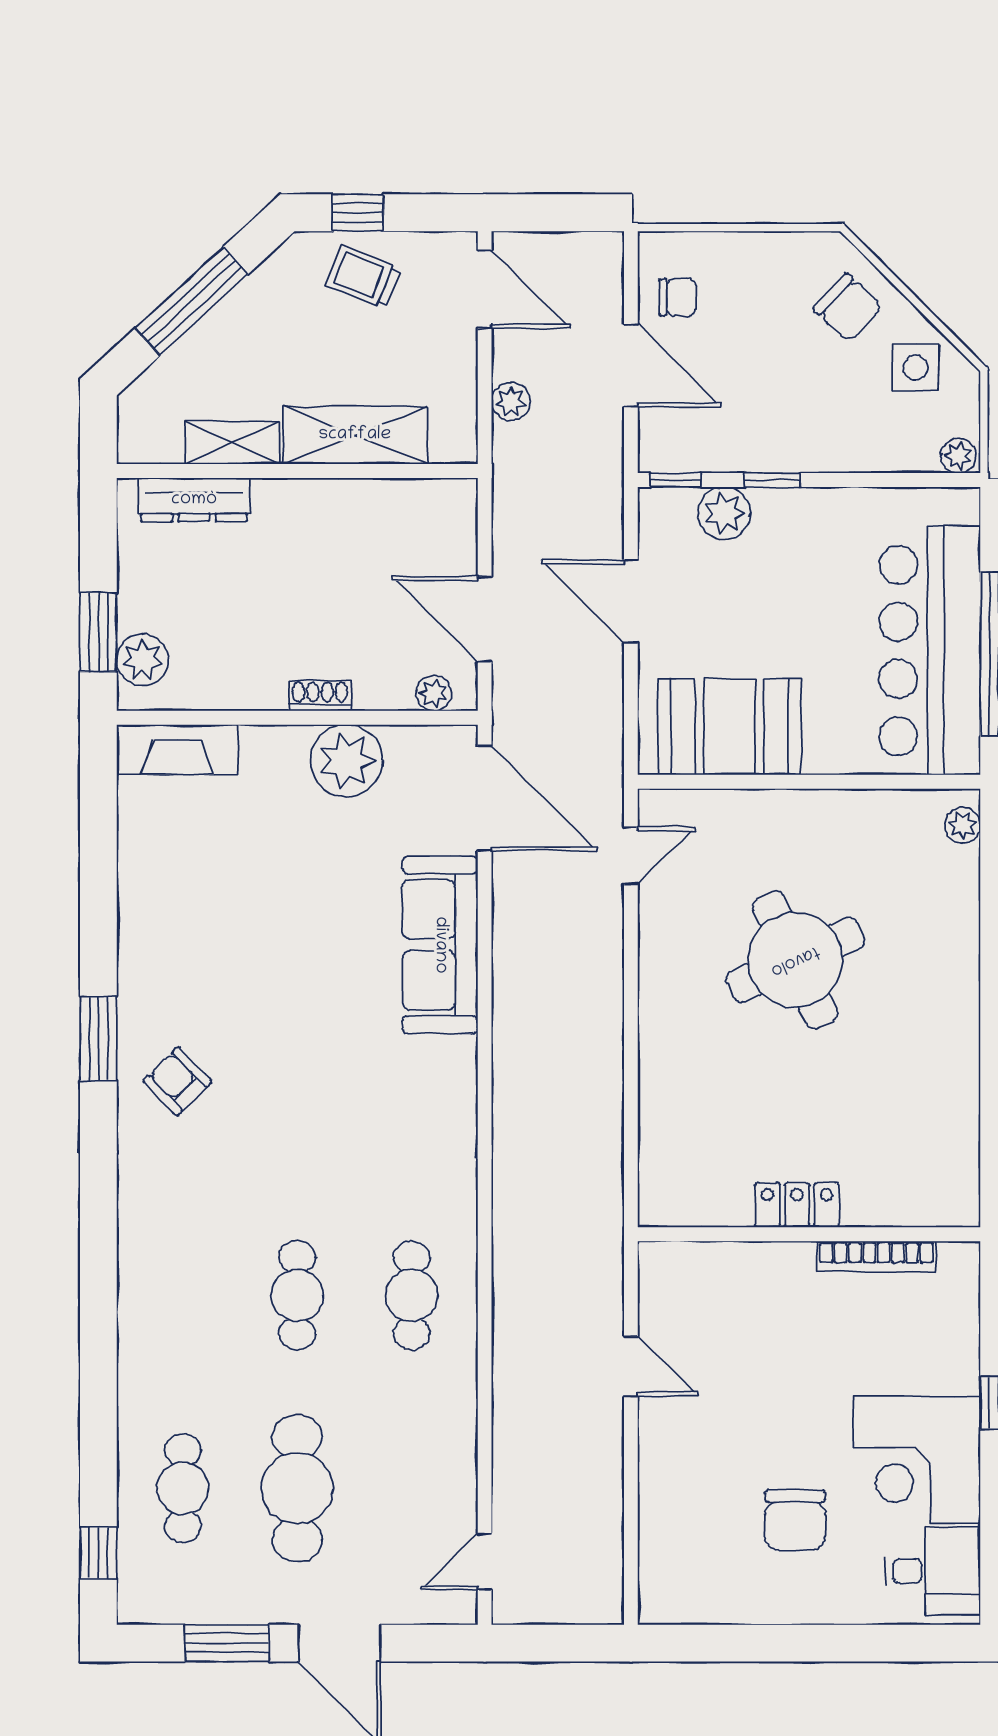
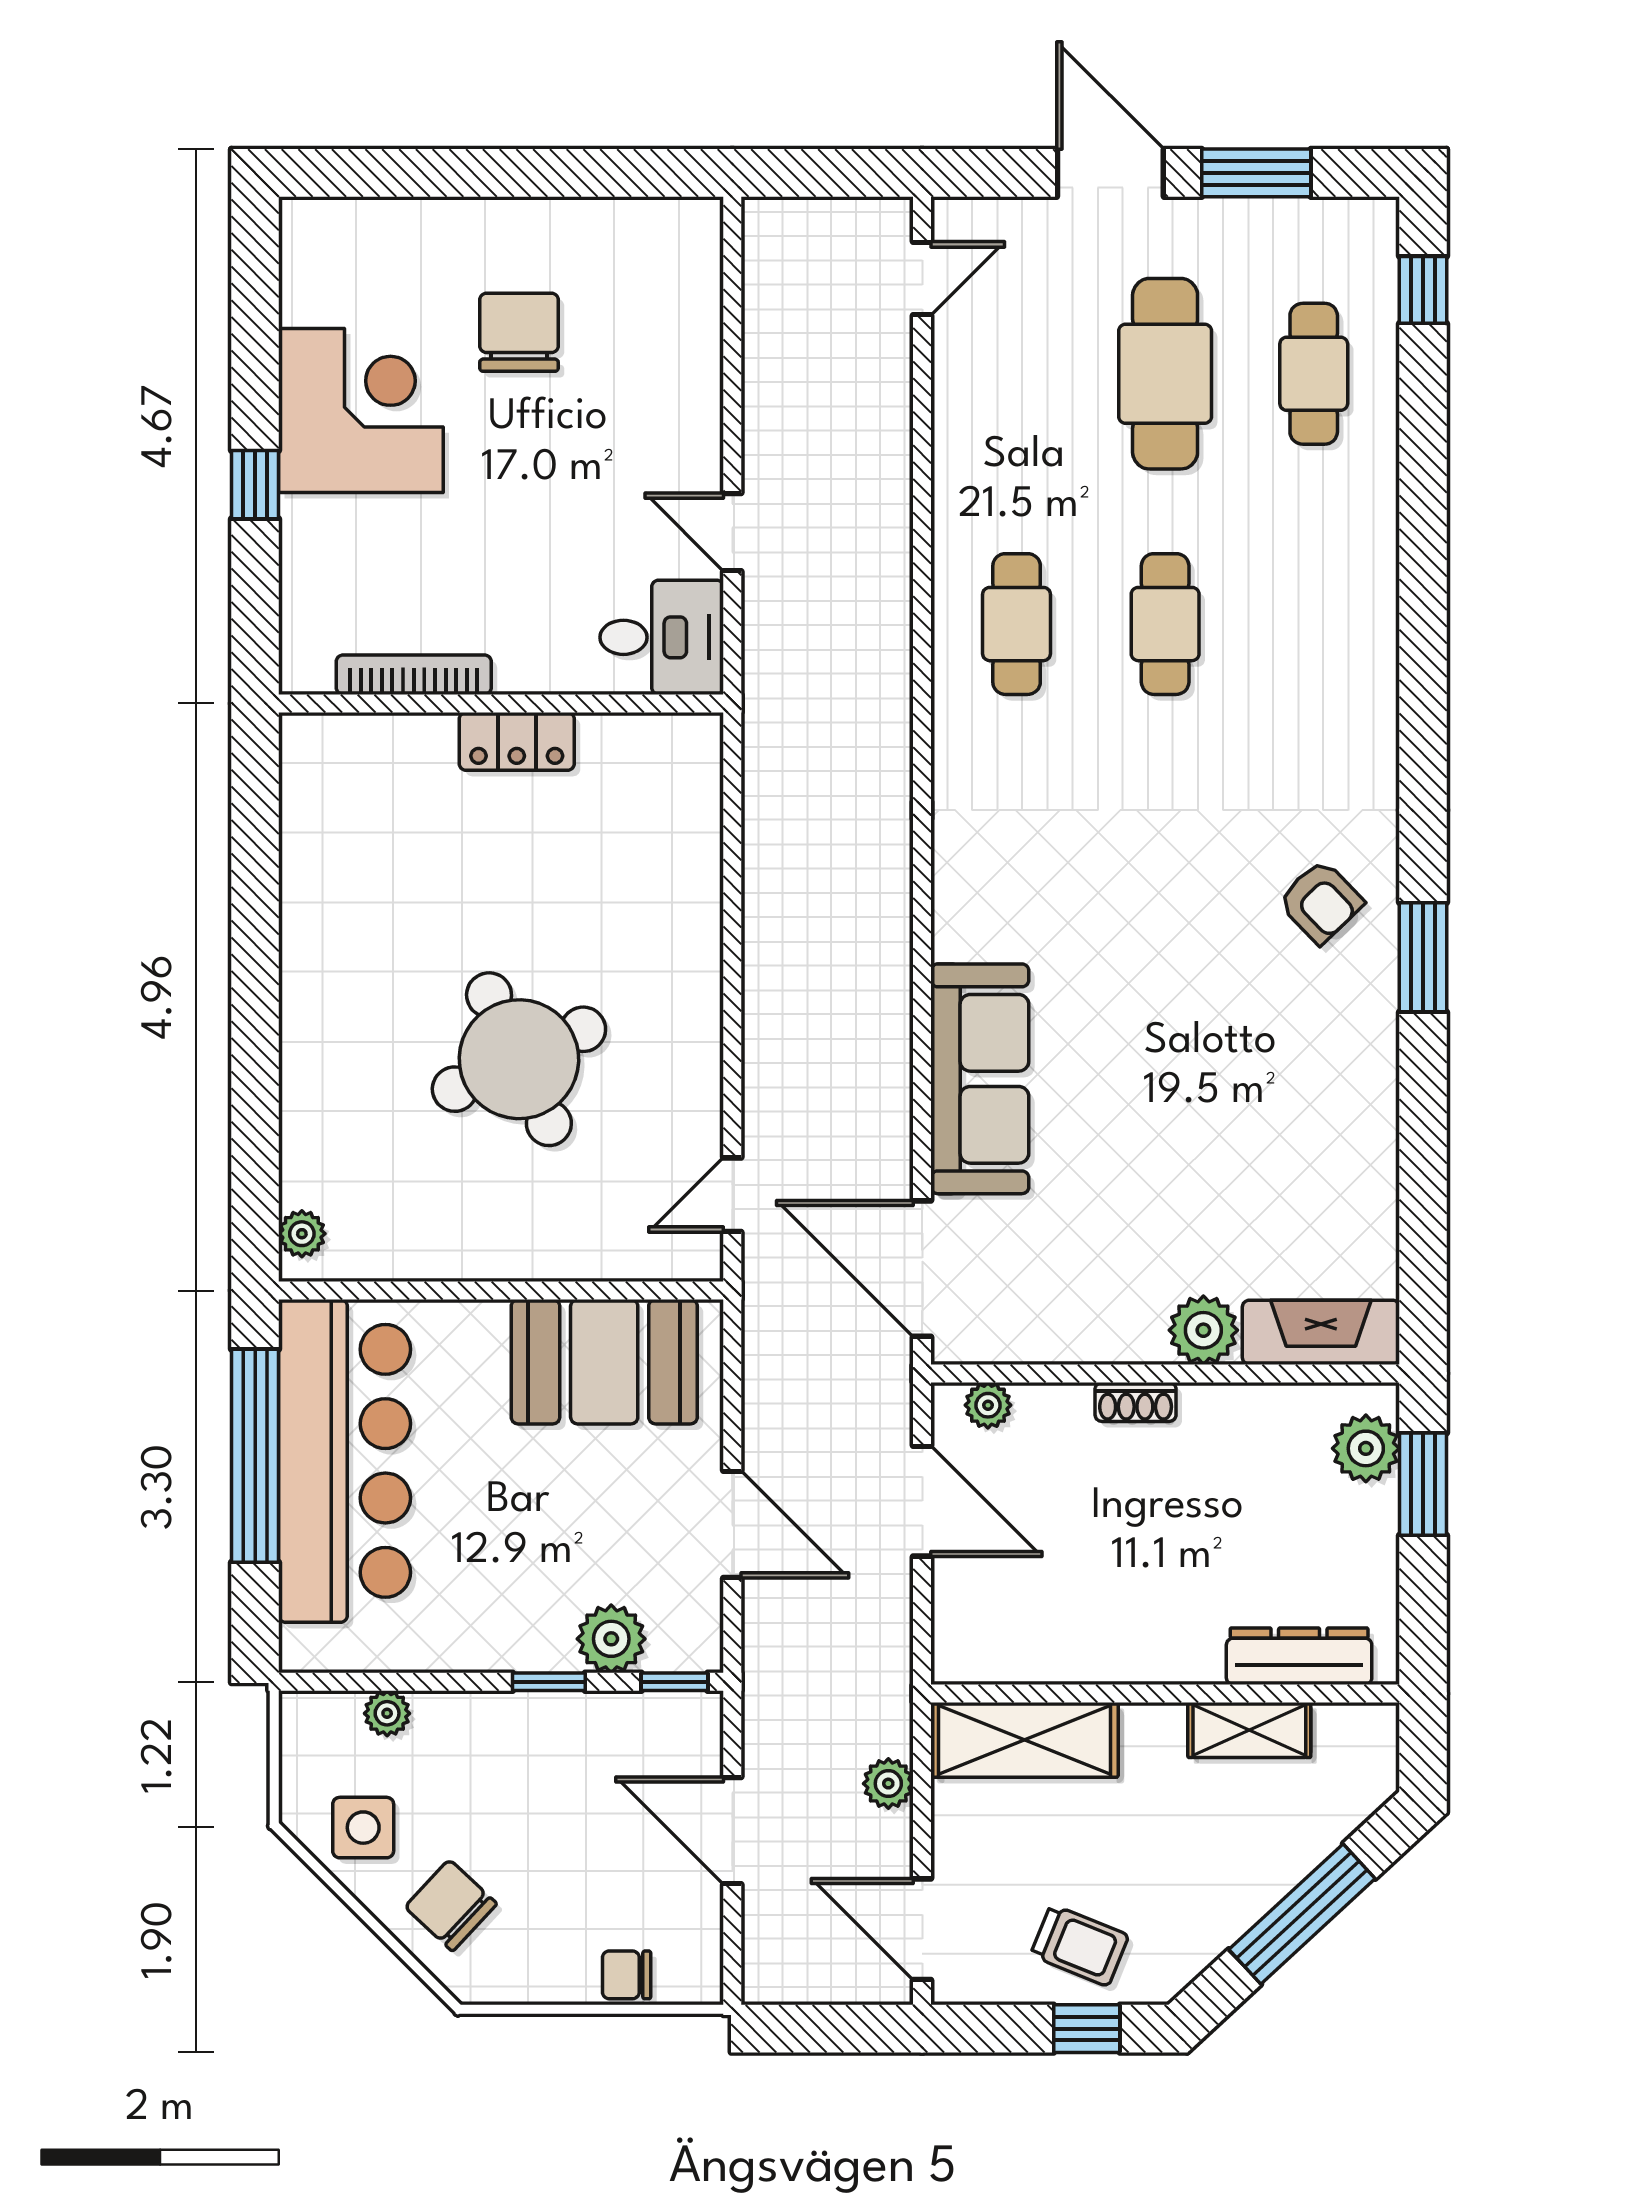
chair: (678, 297) -> (627, 1975), moved
shelving: (355, 435) -> (1025, 1740), moved
plant: (958, 456) -> (387, 1713), moved
plant: (346, 761) -> (1203, 1330), moved, width x0.73, depth x0.73
desk: (933, 1571) -> (662, 637), moved, turned 180

